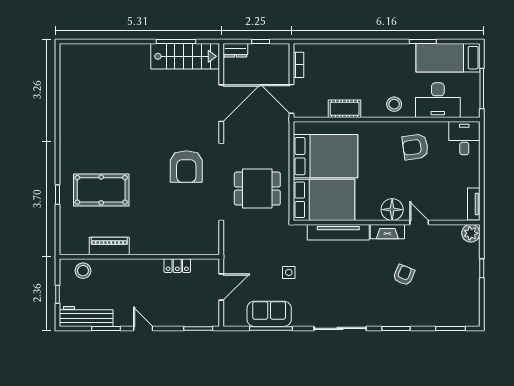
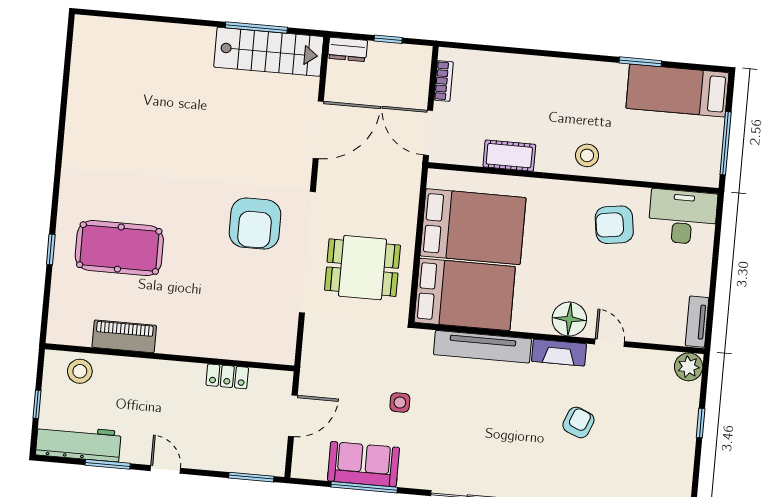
desk: (438, 100) -> (656, 155), removed
desk: (464, 138) -> (683, 217), width x1.37

